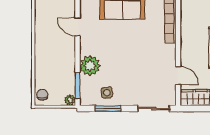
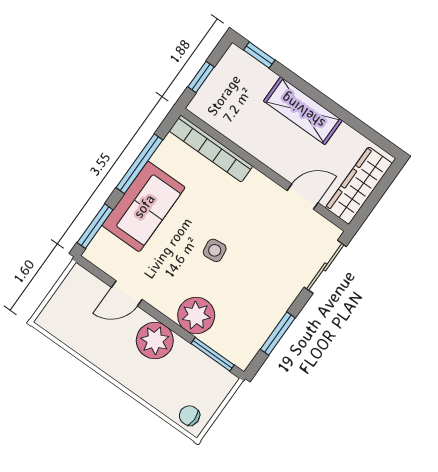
side table: (107, 93) -> (215, 250), moved
plant: (70, 100) -> (155, 341), moved, width x1.87, depth x1.87

